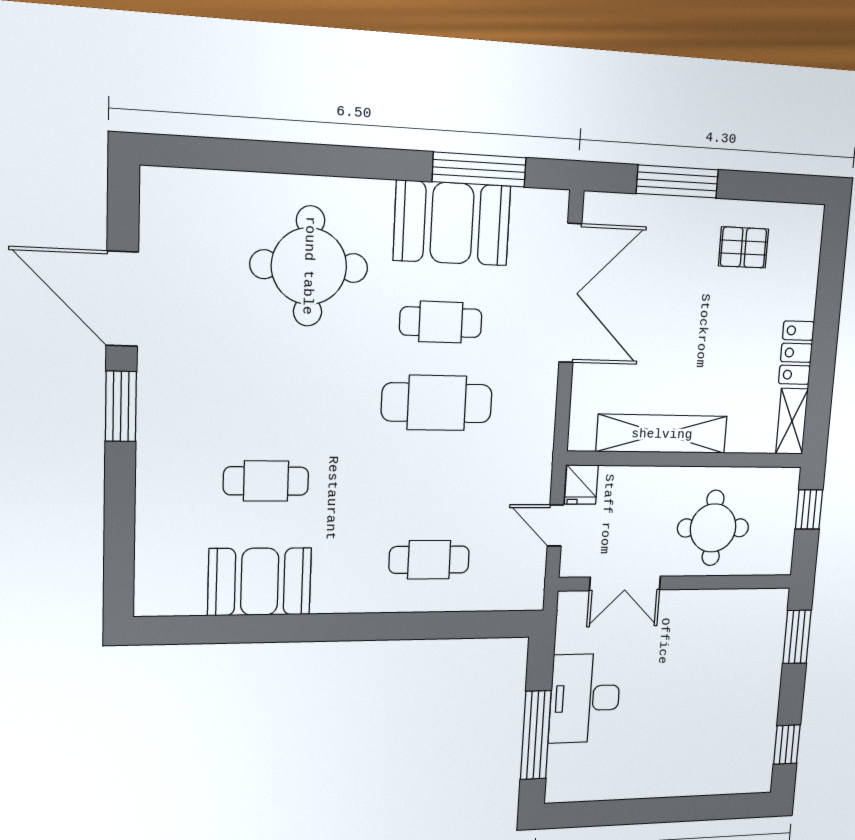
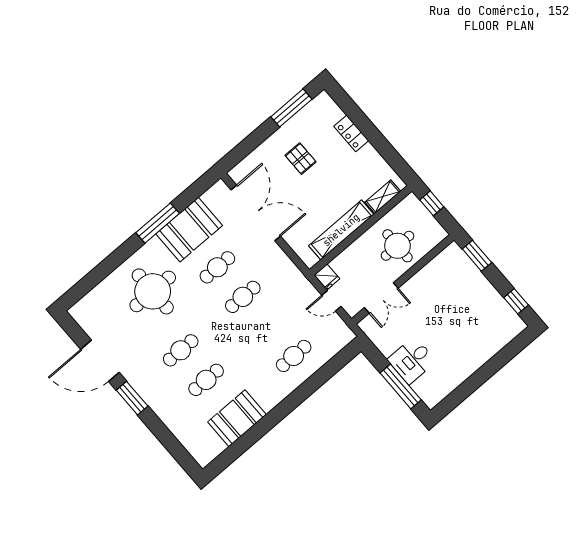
window: (479, 170) -> (158, 223), moved
window: (677, 182) -> (291, 108), moved
pallet: (744, 247) -> (301, 159), moved, turned 90
locker: (796, 353) -> (351, 133), moved
cafe table: (268, 399) -> (181, 350), added
cafe table: (437, 403) -> (243, 297), width x0.73, depth x0.74
shelving: (792, 421) -> (383, 197), moved, turned 90
desk: (585, 698) -> (412, 360), width x0.73

